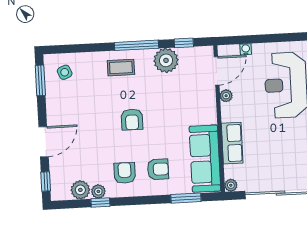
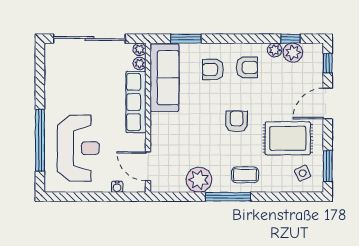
window: (184, 43) -> (180, 197), removed
door: (217, 71) -> (148, 166), hinge flipped
plant: (226, 96) -> (140, 63), moved
rug: (81, 106) -> (288, 138), added
row of seats: (232, 143) -> (136, 102), width x1.48
armchair: (125, 173) -> (247, 67), turned -90
window: (100, 203) -> (290, 39), moved

